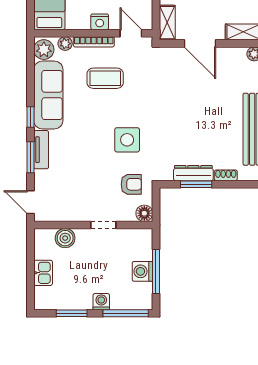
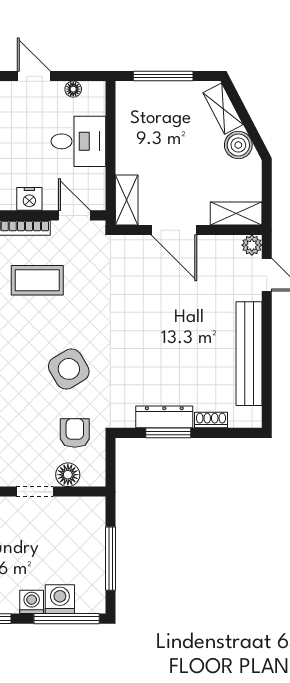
side table: (127, 140) -> (69, 369), turned -31
armchair: (131, 184) -> (75, 433), turned -90
floor lamp: (144, 213) -> (68, 475), moved
washing machine: (142, 271) -> (60, 599), moved, turned 90

